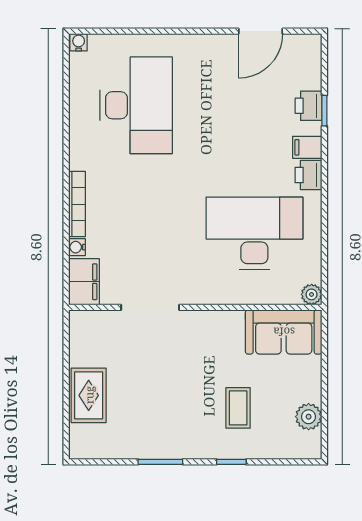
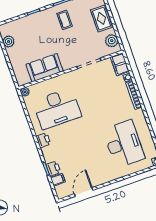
desk: (136, 105) -> (124, 144), turned 180
filing cabinet: (307, 147) -> (58, 180), moved
sofa: (284, 332) -> (45, 68), moved
plant: (83, 339) -> (112, 41), added
coffee table: (238, 408) -> (65, 20), moved

